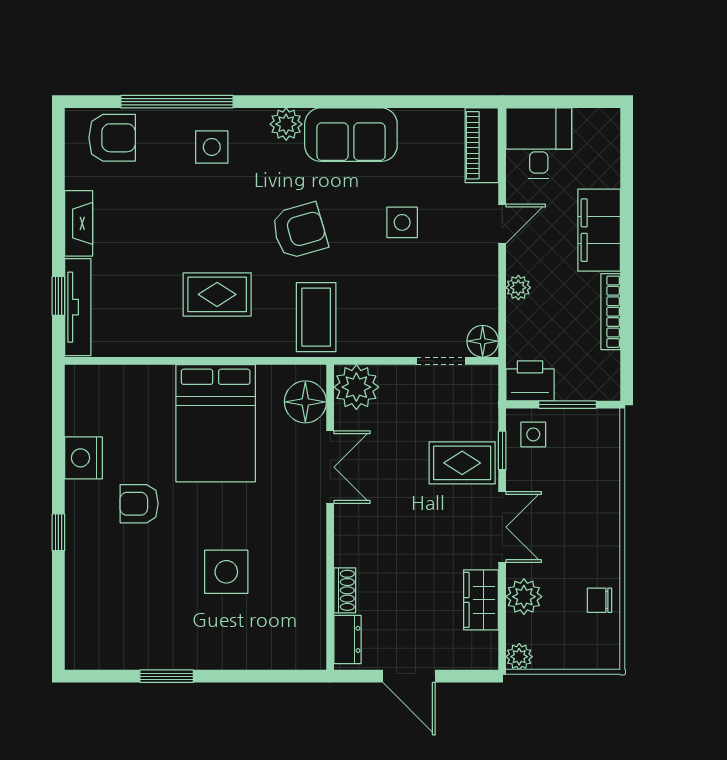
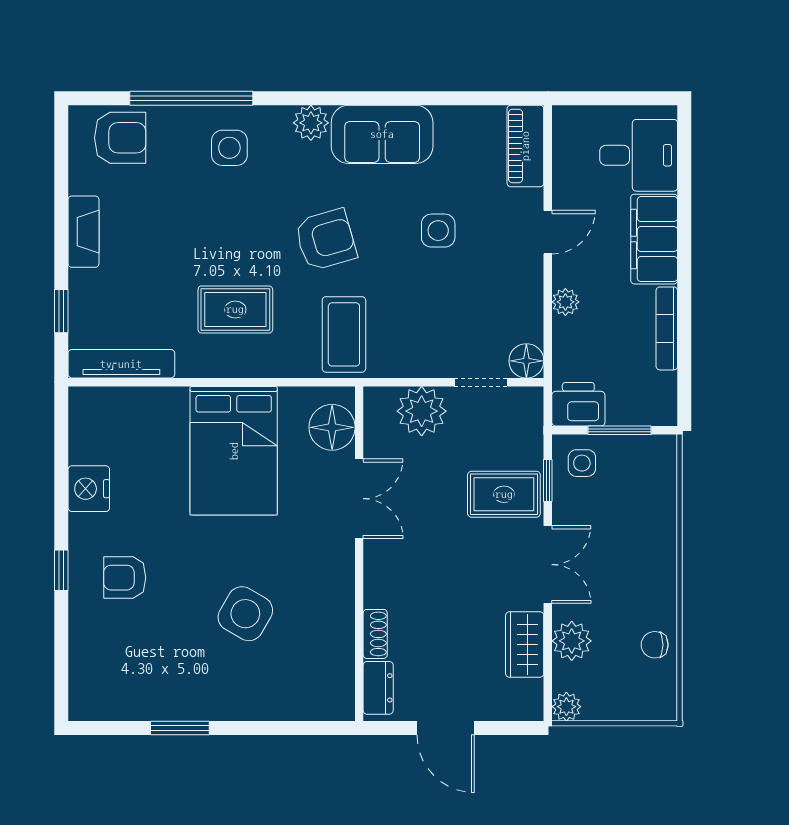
desk: (539, 143) -> (639, 155), moved, turned 90
tv unit: (78, 307) -> (121, 364), moved, turned -90
plant: (356, 387) -> (422, 411), moved
armchair: (139, 504) -> (125, 578), moved
side table: (226, 572) -> (245, 614), turned 30

